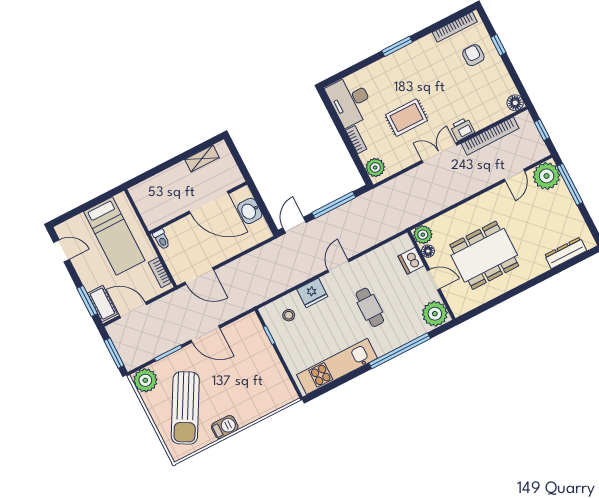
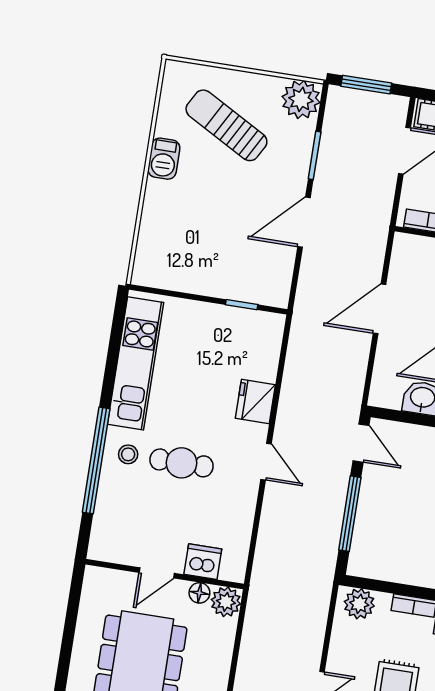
door: (199, 276) -> (379, 309), moved
plant: (435, 314) -> (111, 542), removed
stool: (289, 315) -> (128, 454), moved
sun lounger: (185, 408) -> (226, 125), width x0.73, depth x0.75

